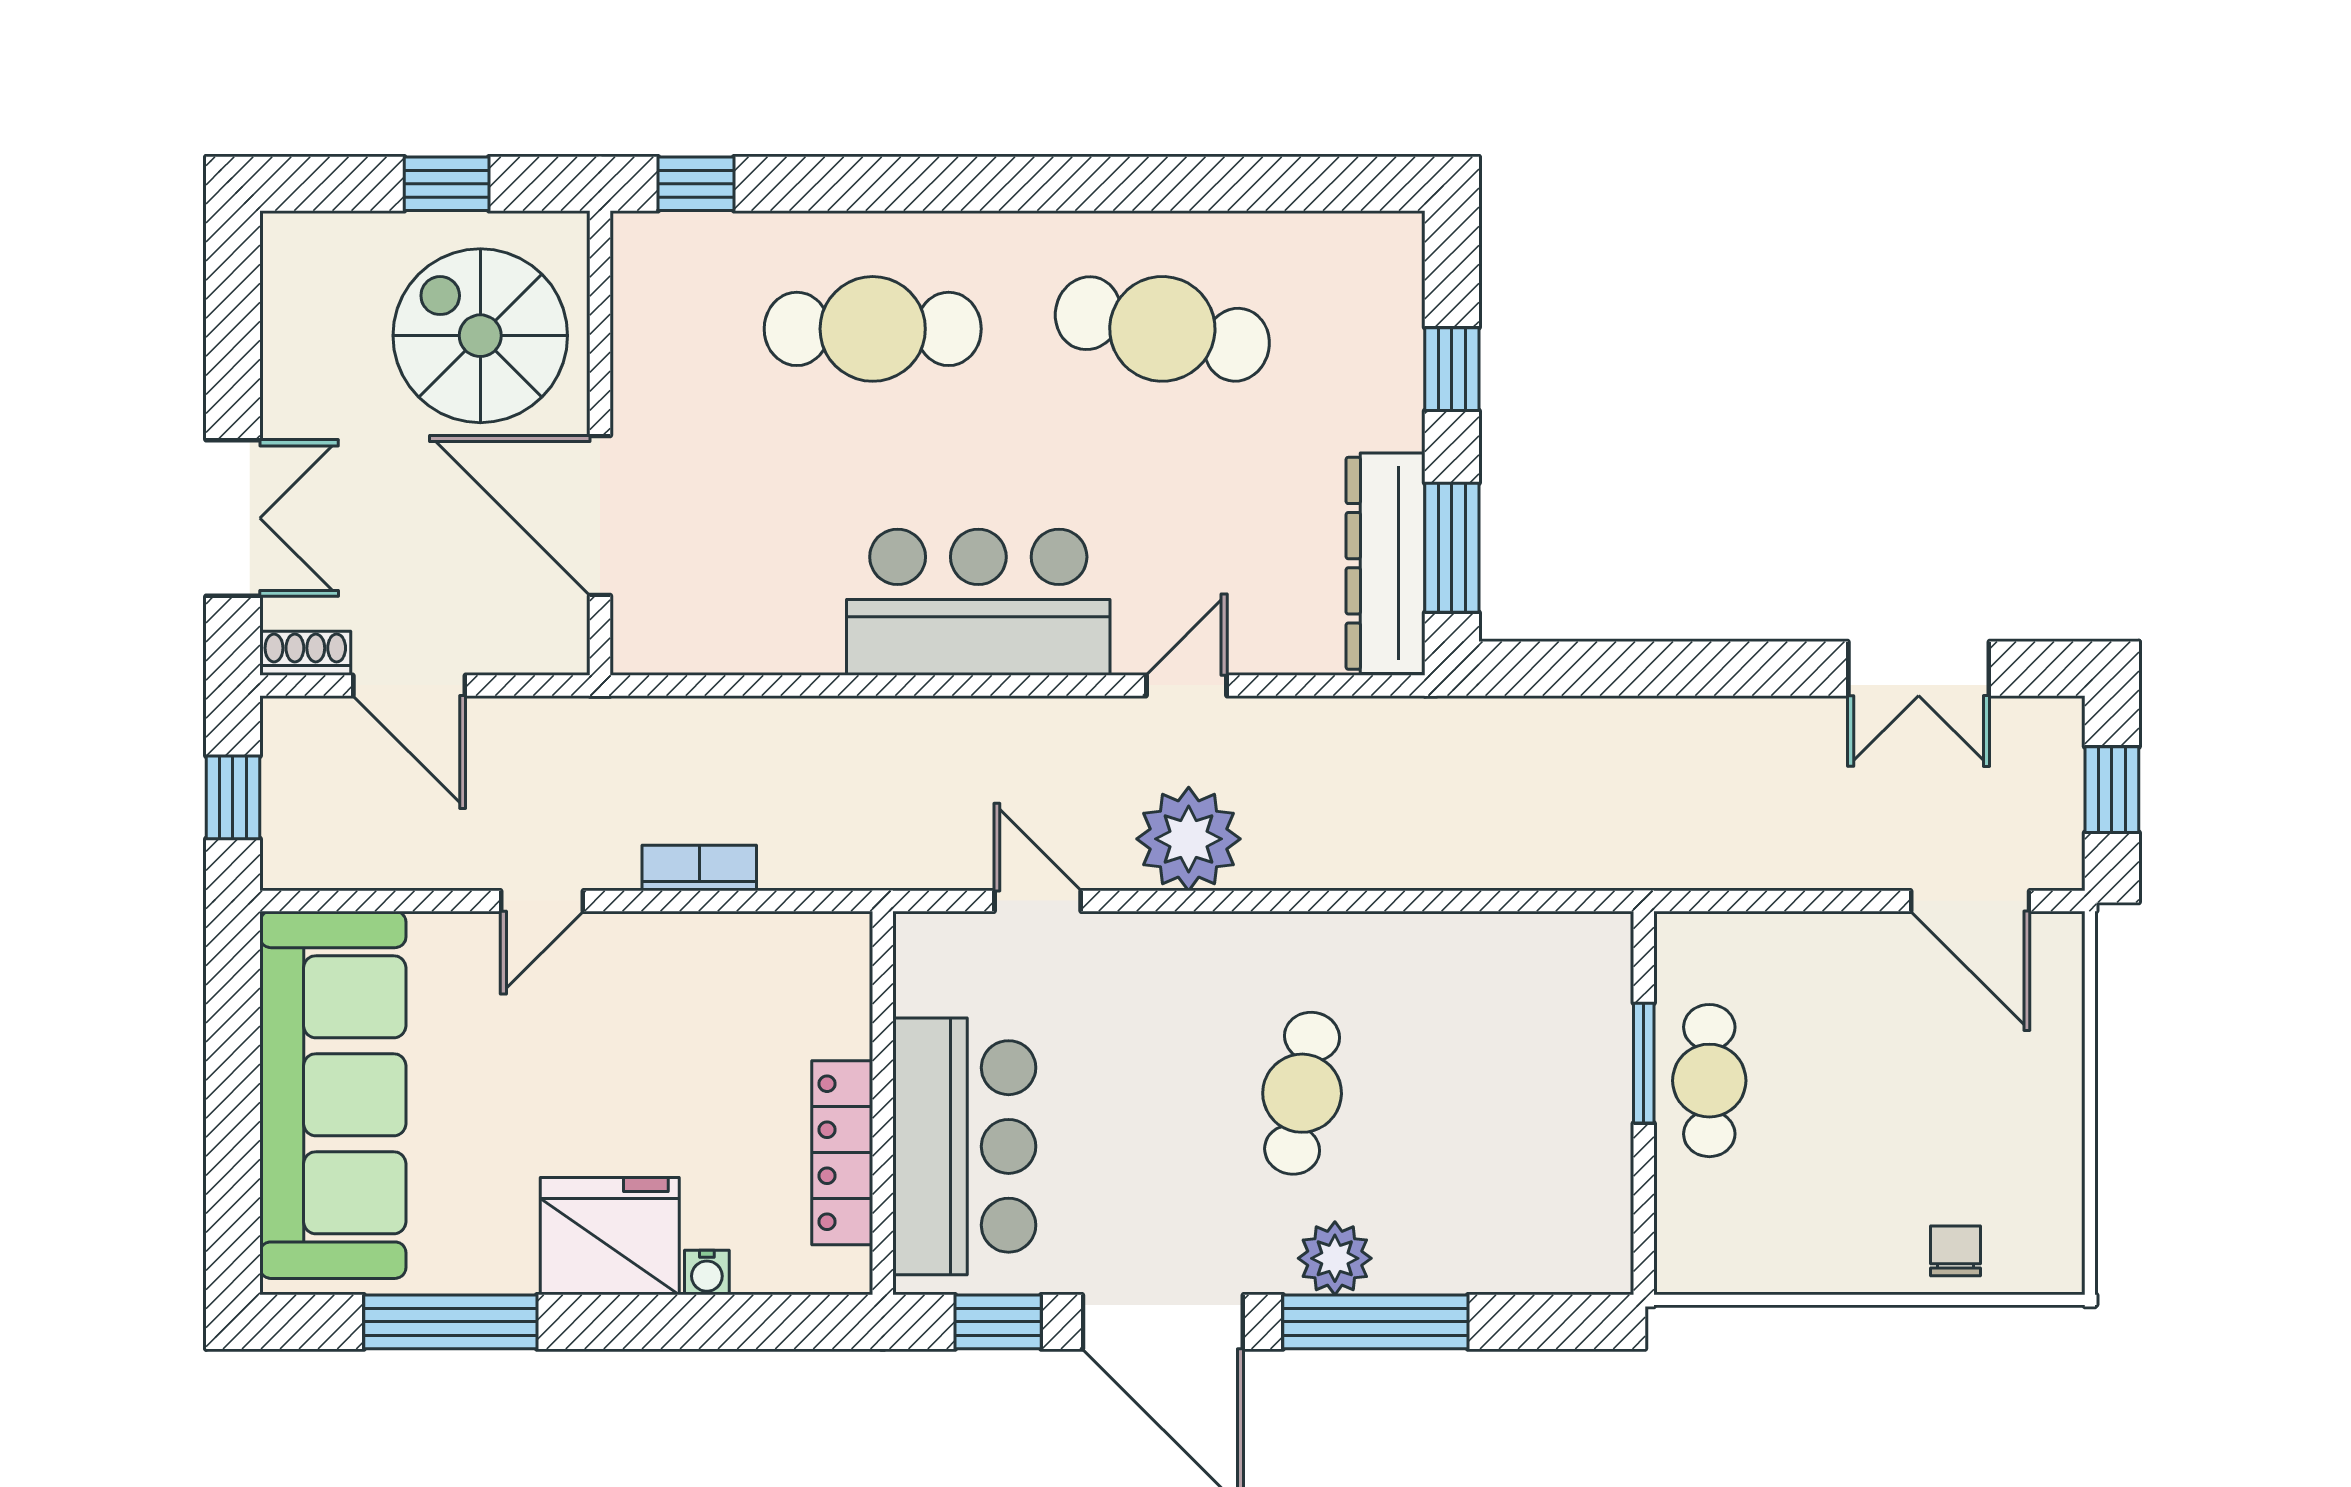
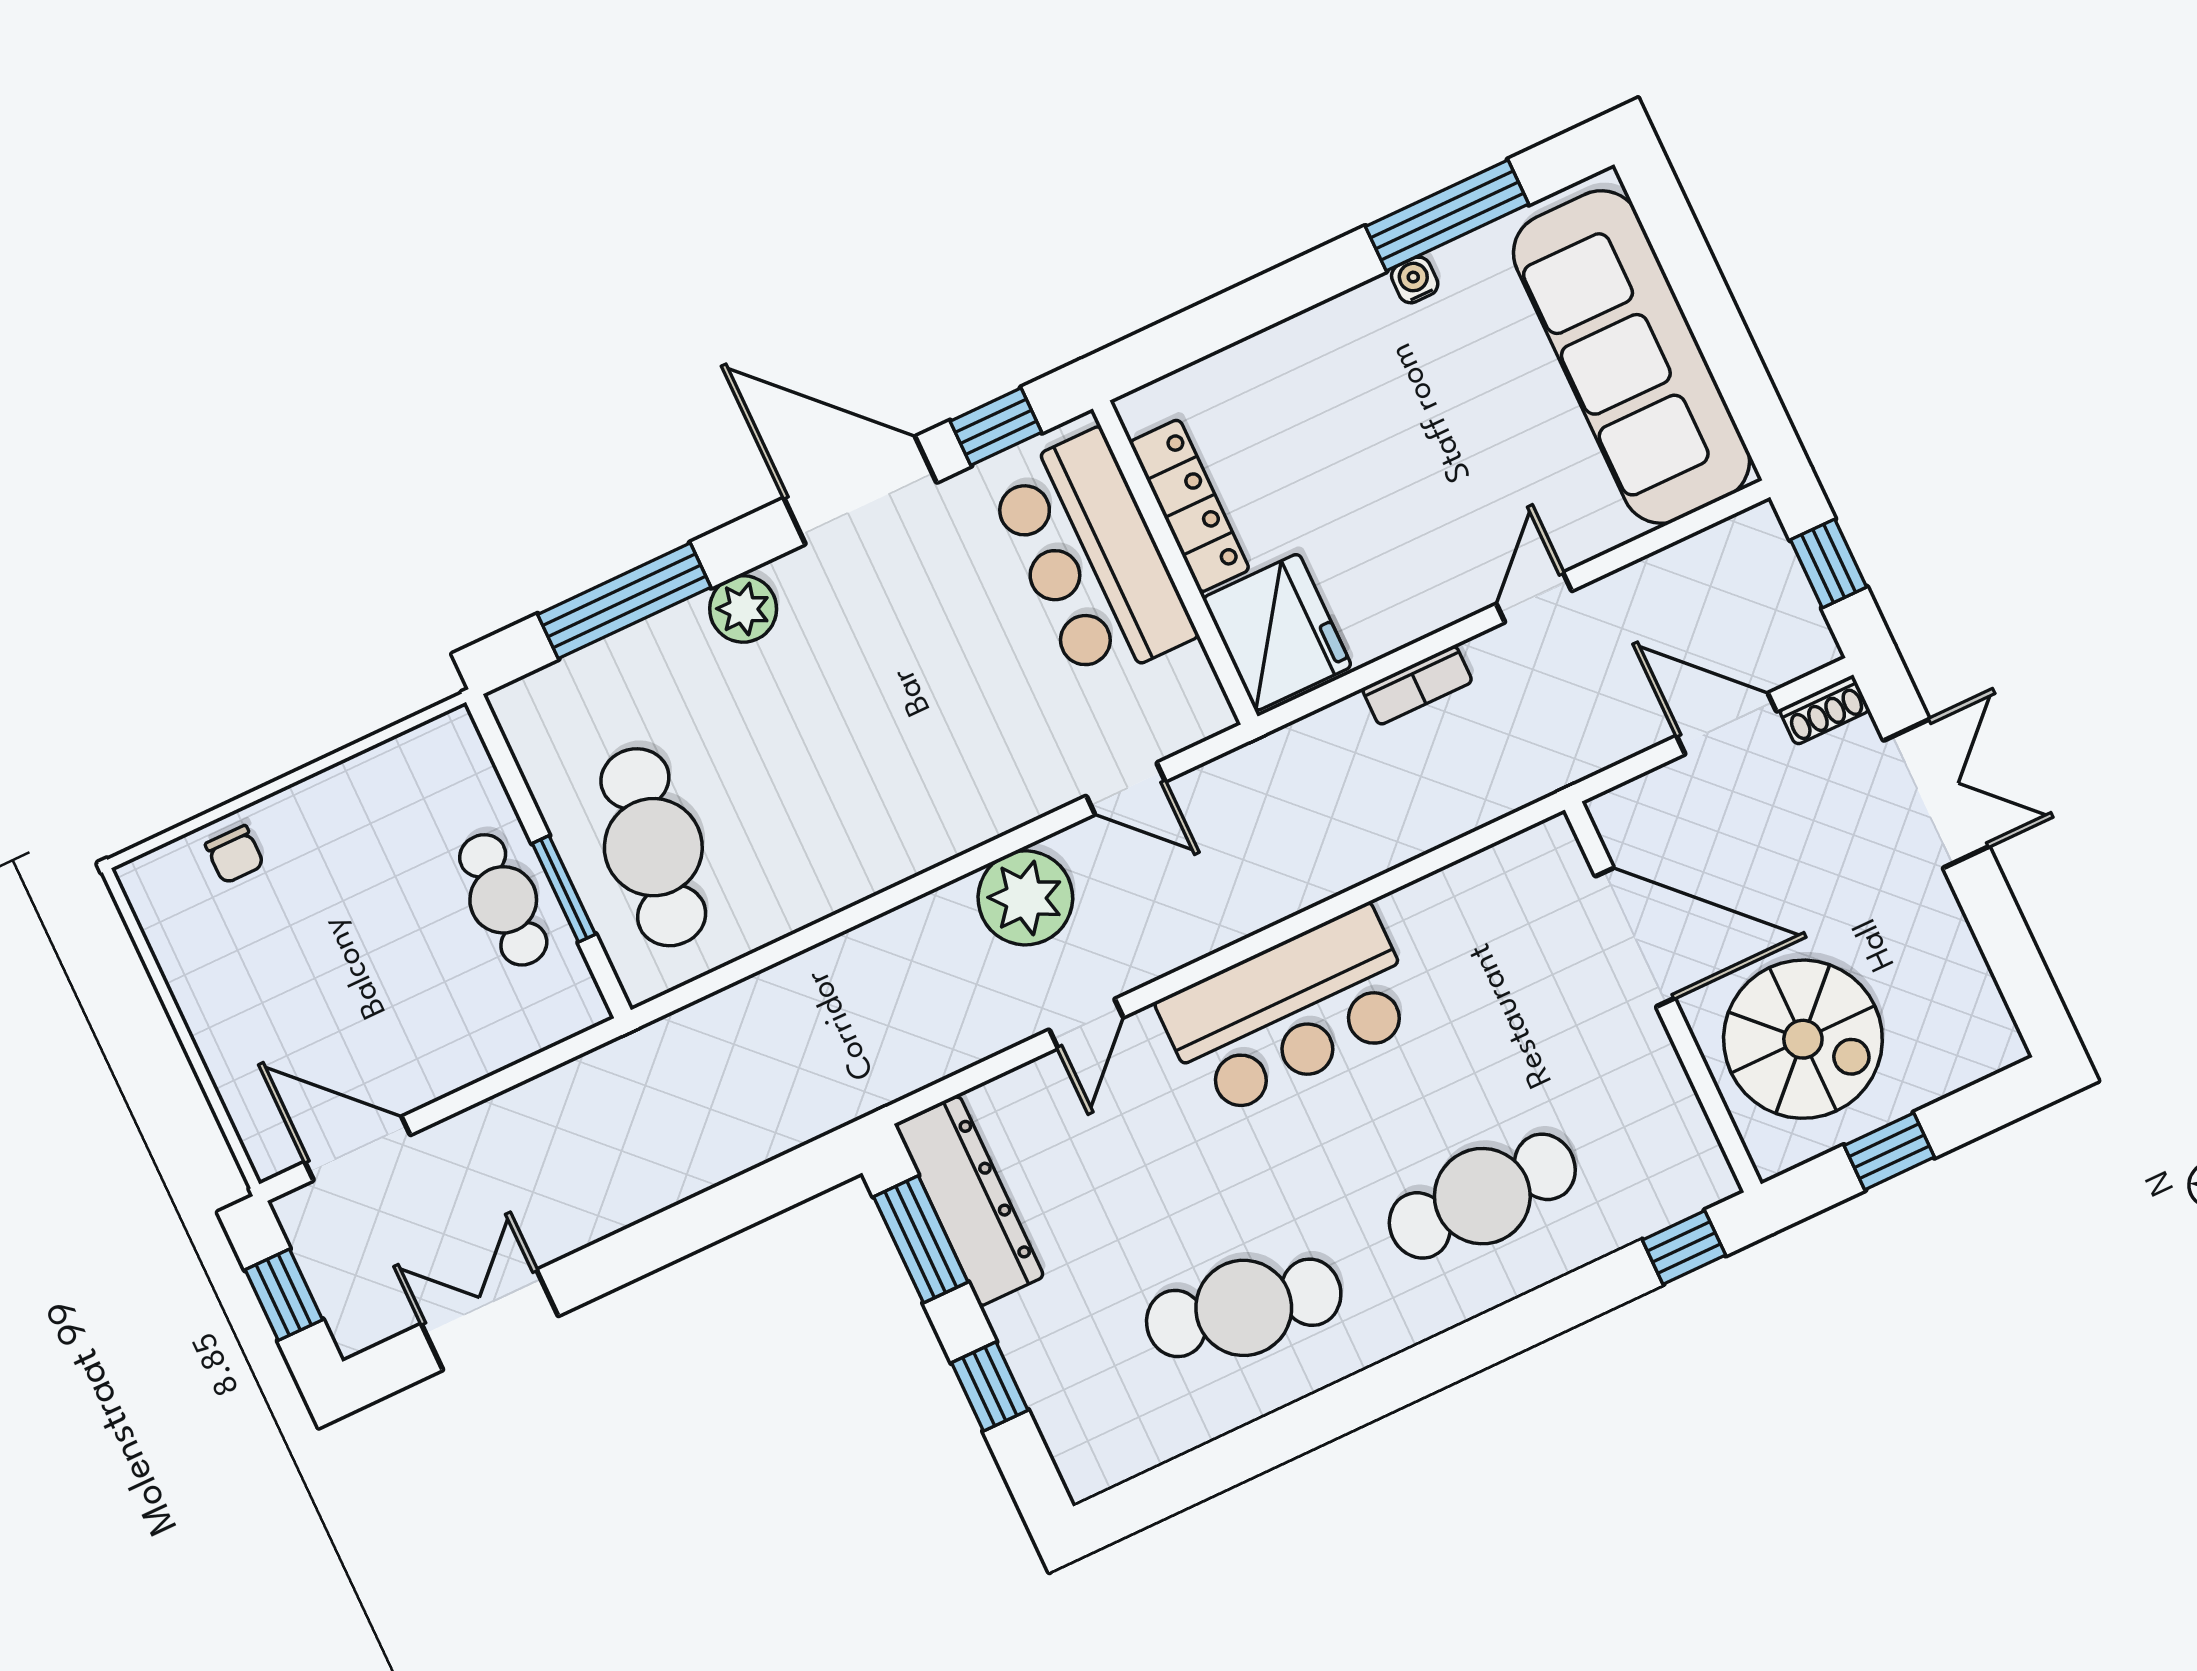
double door: (233, 518) -> (1936, 794), swing flipped
cafe table: (1302, 1093) -> (653, 847), moved, width x1.37, depth x1.35
fridge: (610, 1236) -> (1277, 632), moved, turned -90
water cooler: (707, 1273) -> (1415, 280), moved
window: (1375, 1322) -> (624, 601), moved

